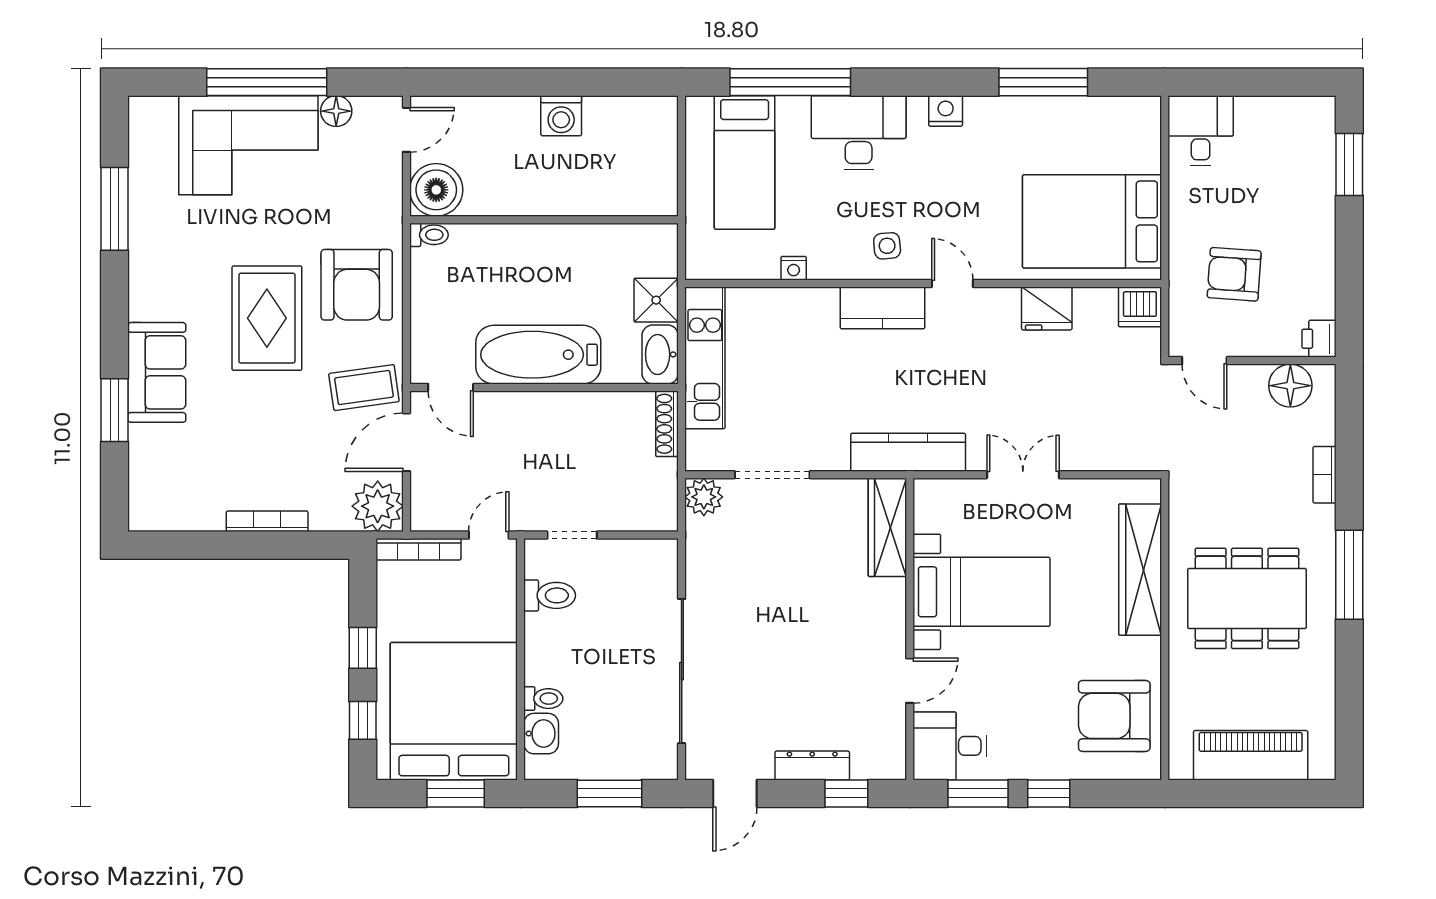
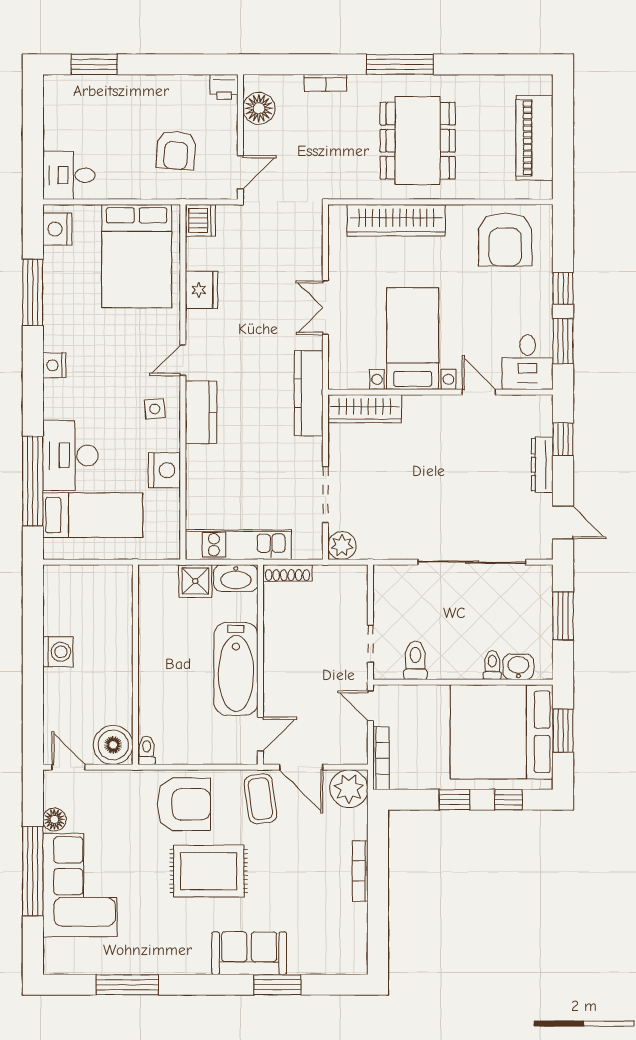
nightstand: (1128, 115) -> (57, 229), added
desk: (859, 133) -> (70, 455), moved
nightstand: (794, 268) -> (164, 470), width x1.89, depth x1.79

